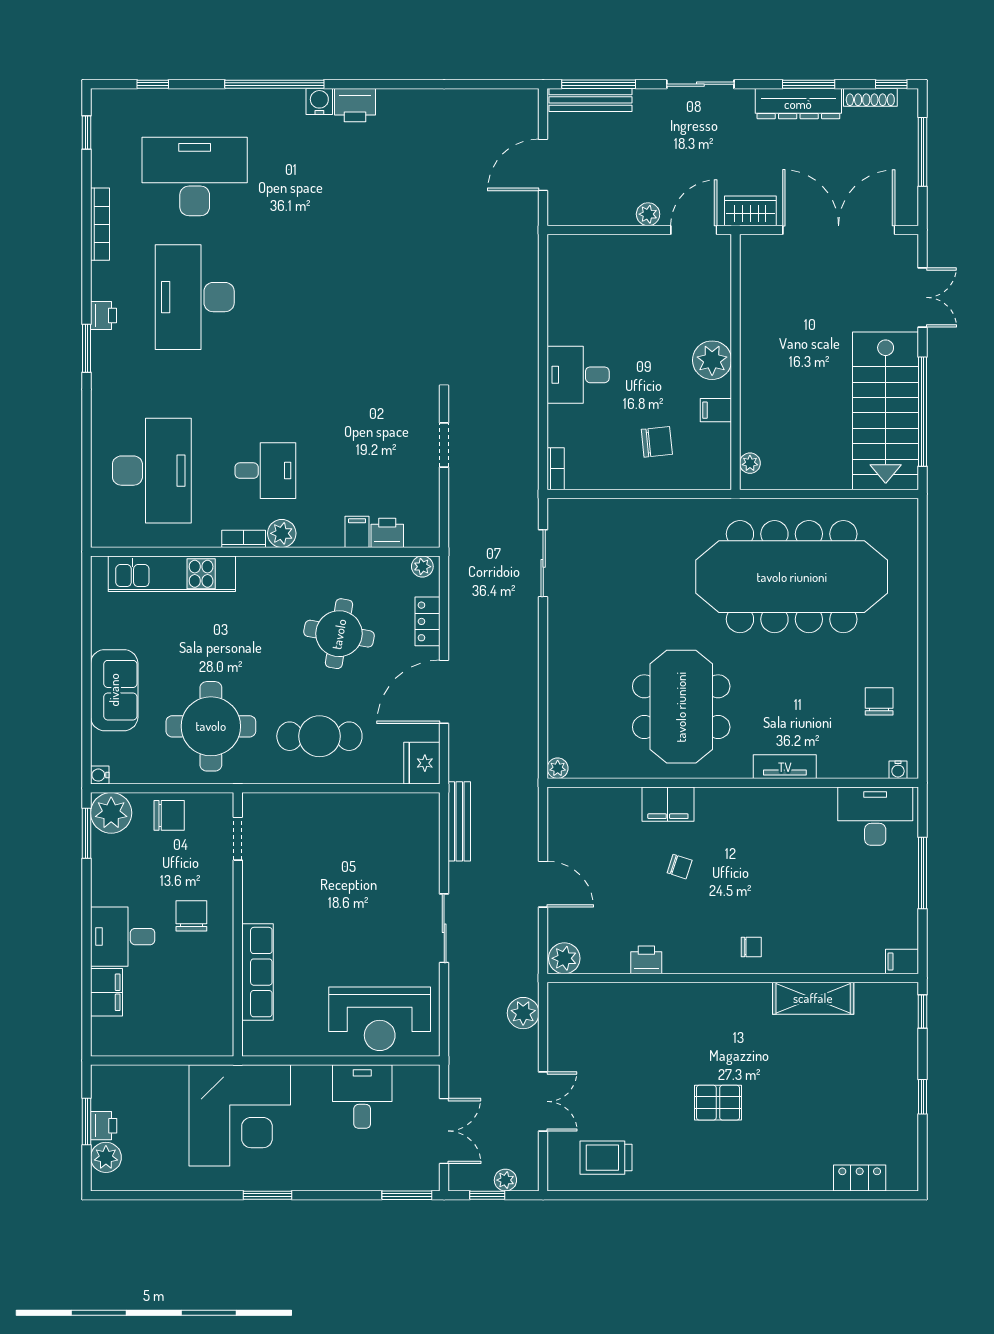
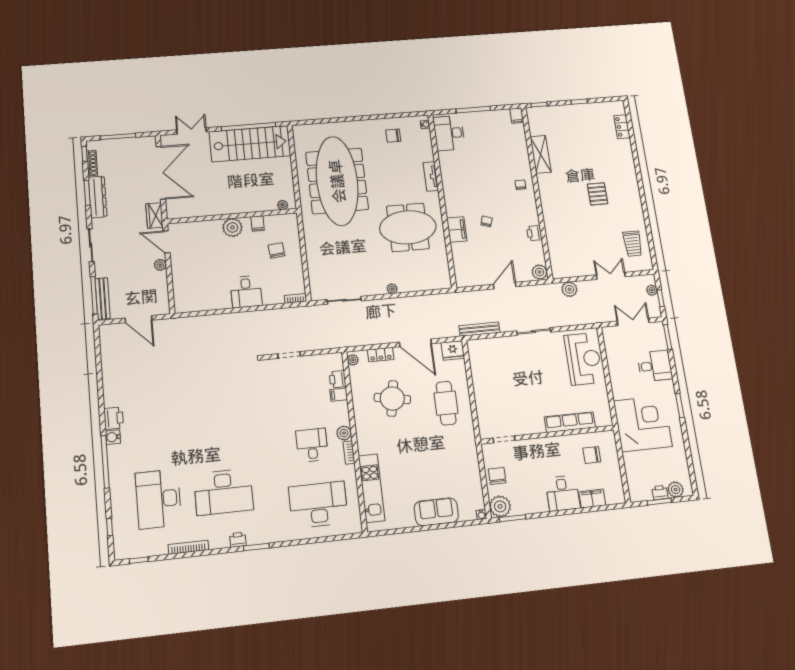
double door: (839, 230) -> (161, 173), swing flipped
round table: (211, 726) -> (448, 459), removed
plant: (558, 768) -> (392, 289), moved
chair: (191, 916) -> (592, 455), moved
desk: (362, 1097) -> (655, 366), moved, turned 180

